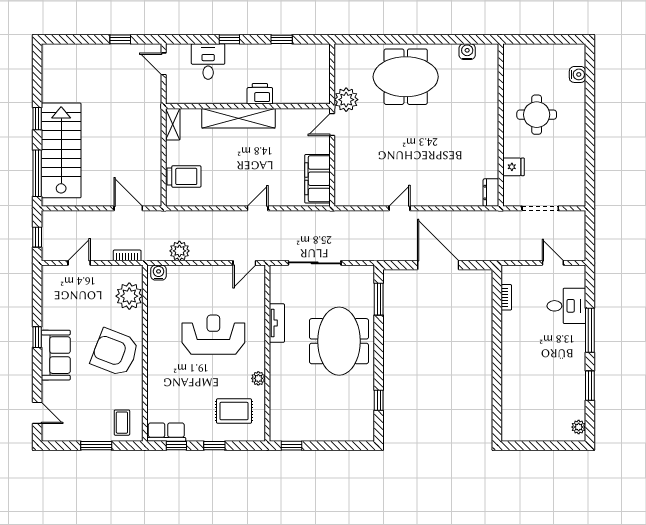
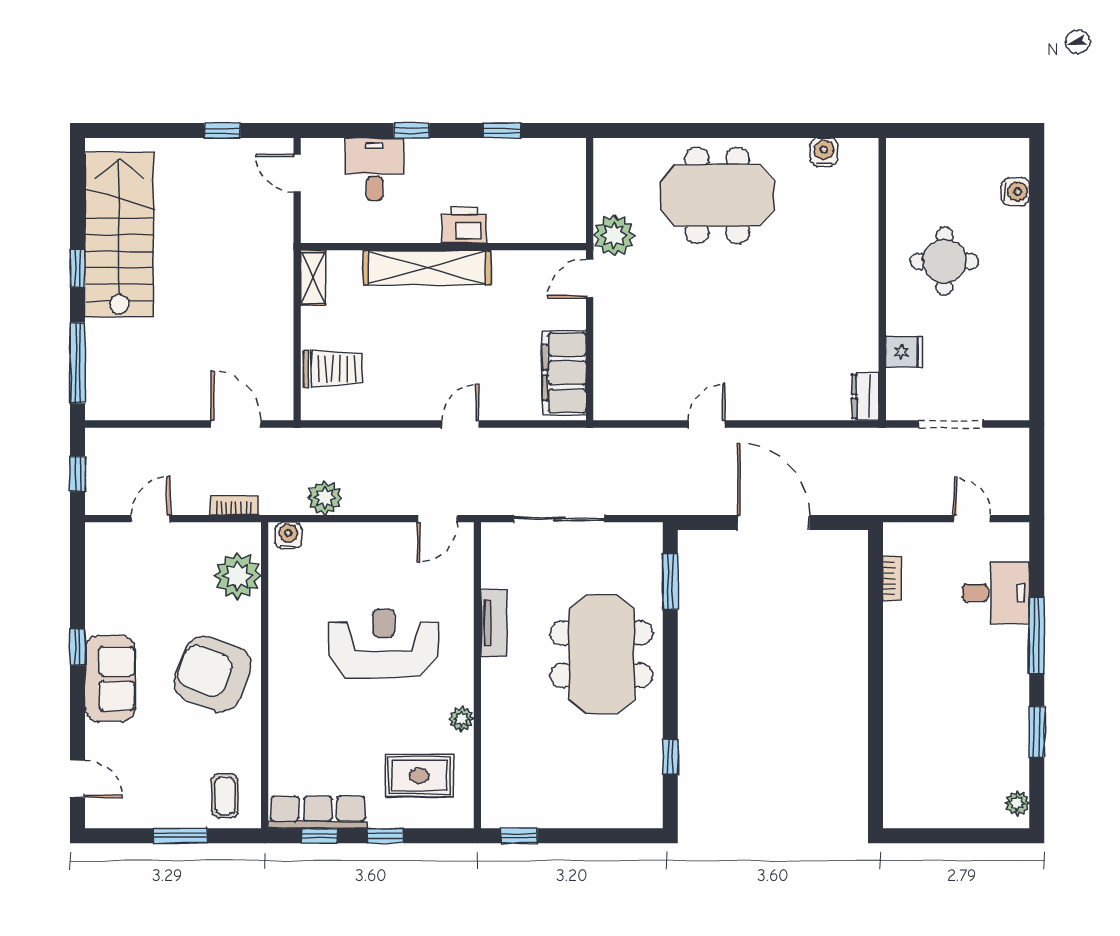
stairs: (61, 150) -> (119, 235), moved
row of seats: (166, 432) -> (318, 812), width x1.48

